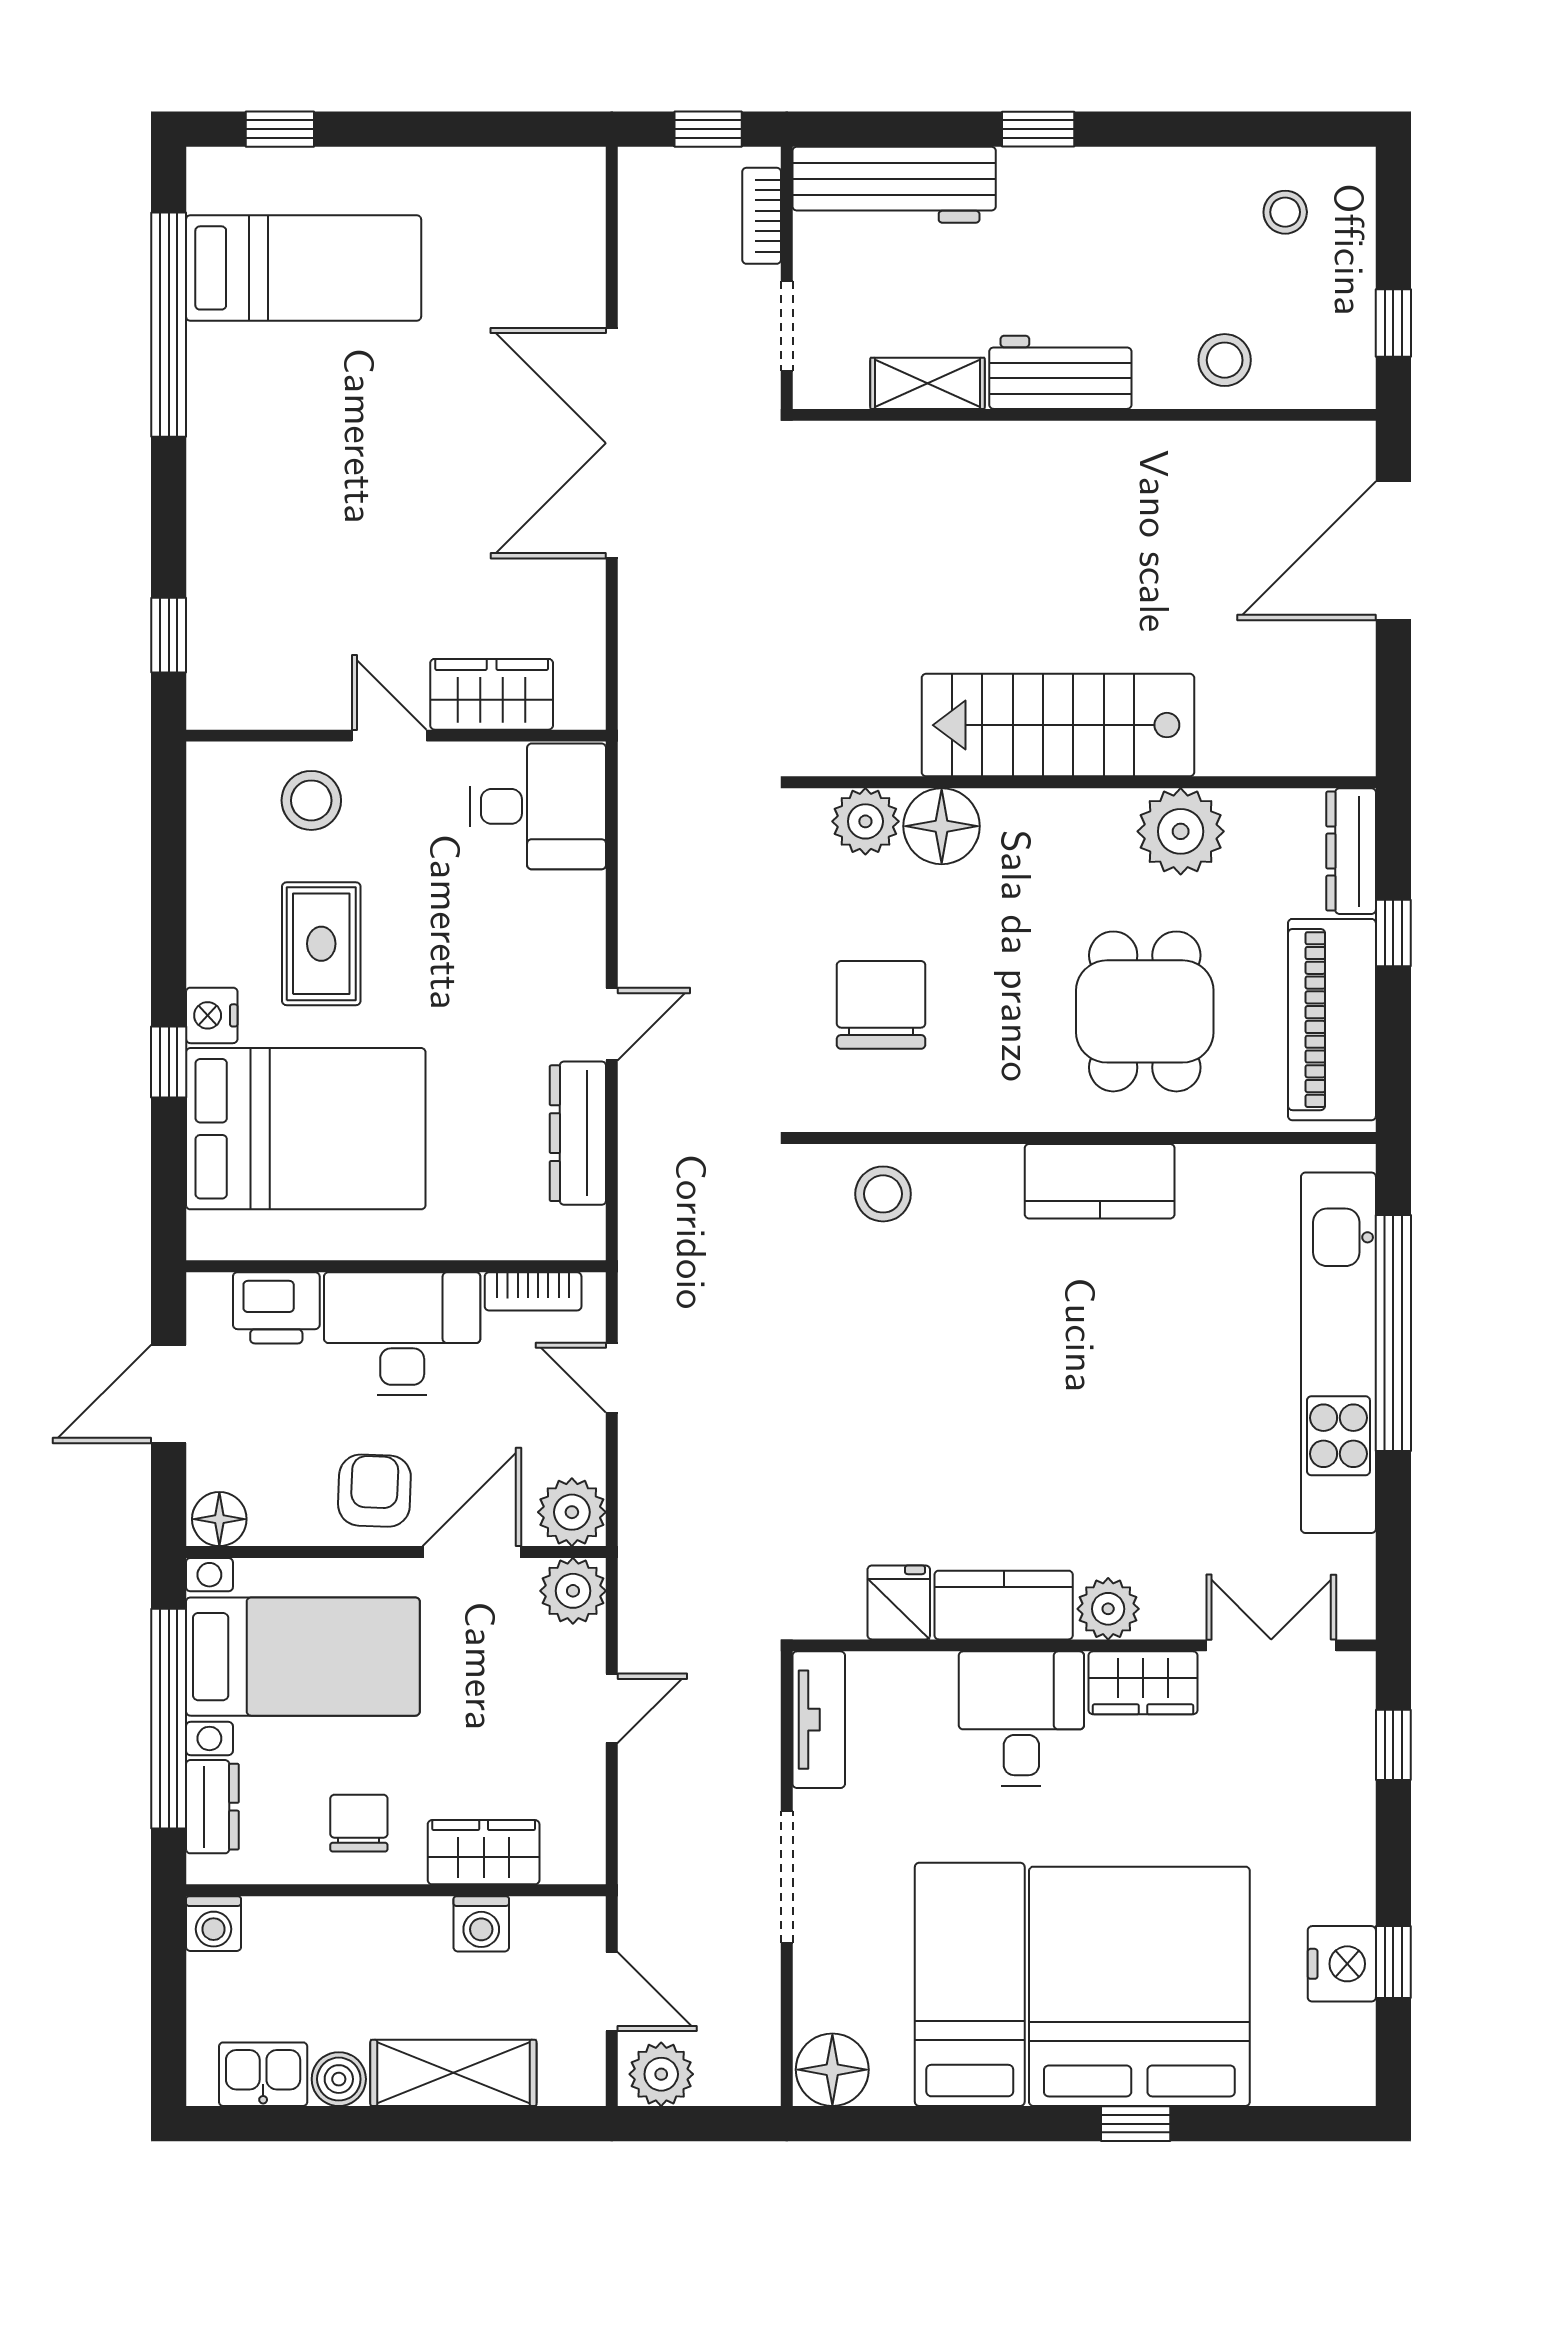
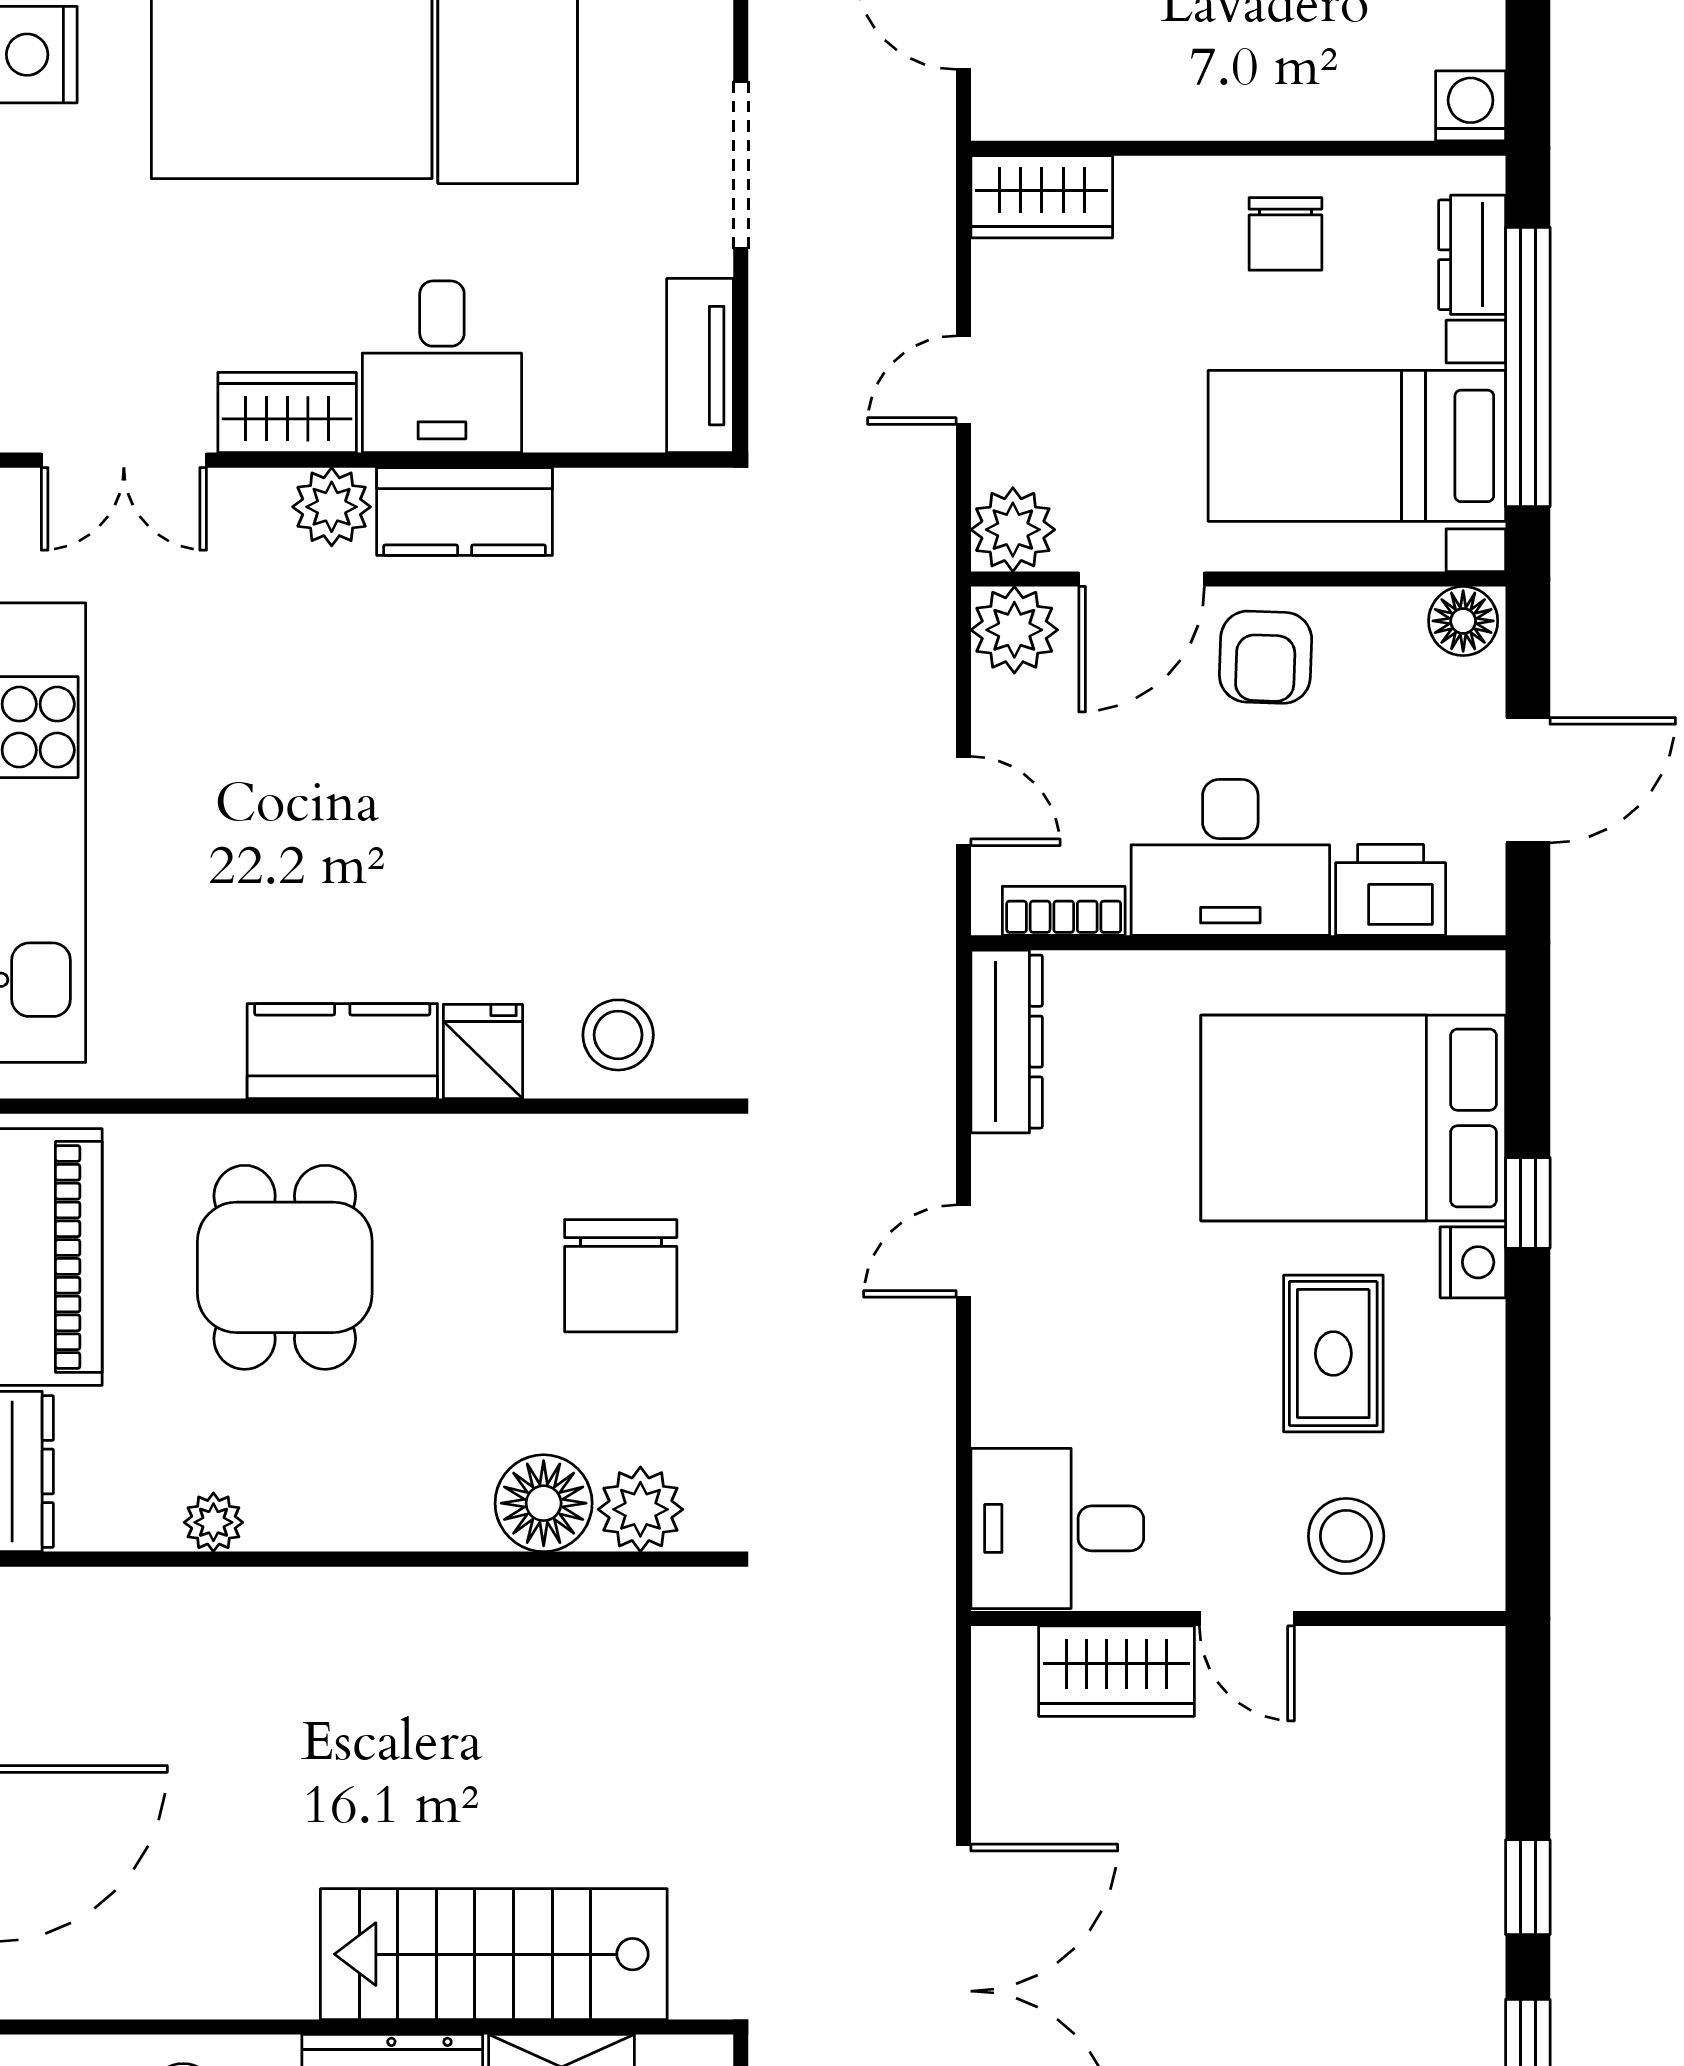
window: (169, 635) -> (1528, 1887), moved
stairs: (1058, 725) -> (494, 1954), moved, turned 180
plant: (1181, 831) -> (213, 1522), width x0.53, depth x0.53
dresser: (578, 1133) -> (1007, 1042), moved
fridge: (899, 1602) -> (483, 1052), moved, turned 180
wardrobe: (484, 1852) -> (1042, 197), moved
washing machine: (481, 1924) -> (1130, 106), removed

